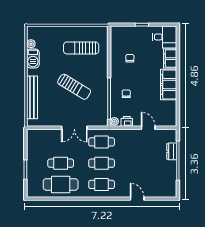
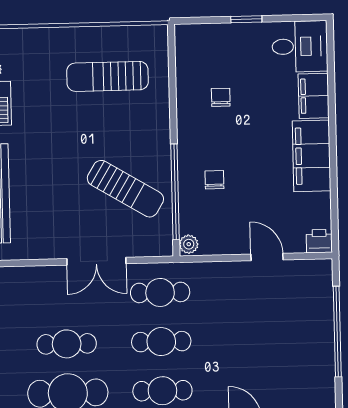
sun lounger: (74, 87) -> (125, 189), moved
printer: (127, 121) -> (319, 241), moved
dresser: (172, 151) -> (323, 311), removed

